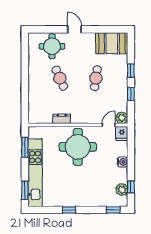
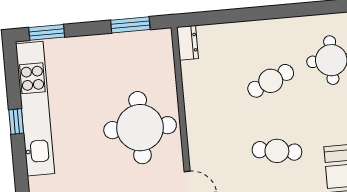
dresser: (62, 119) -> (188, 43), moved
kitchen unit: (35, 173) -> (35, 109), moved, turned -90

